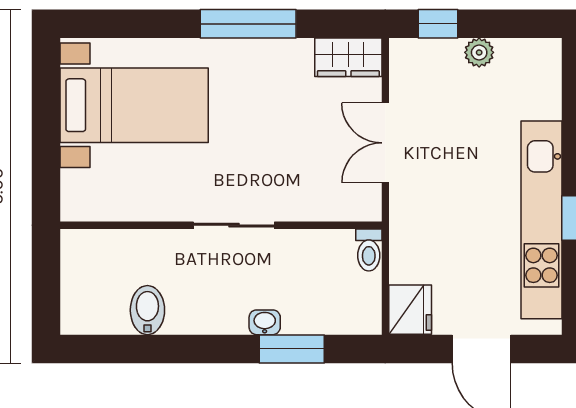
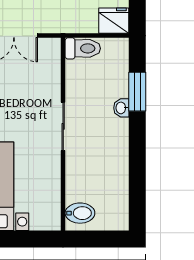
toilet: (369, 250) -> (83, 48), width x1.37, depth x1.39
bidet: (147, 310) -> (80, 213), moved, turned 180

